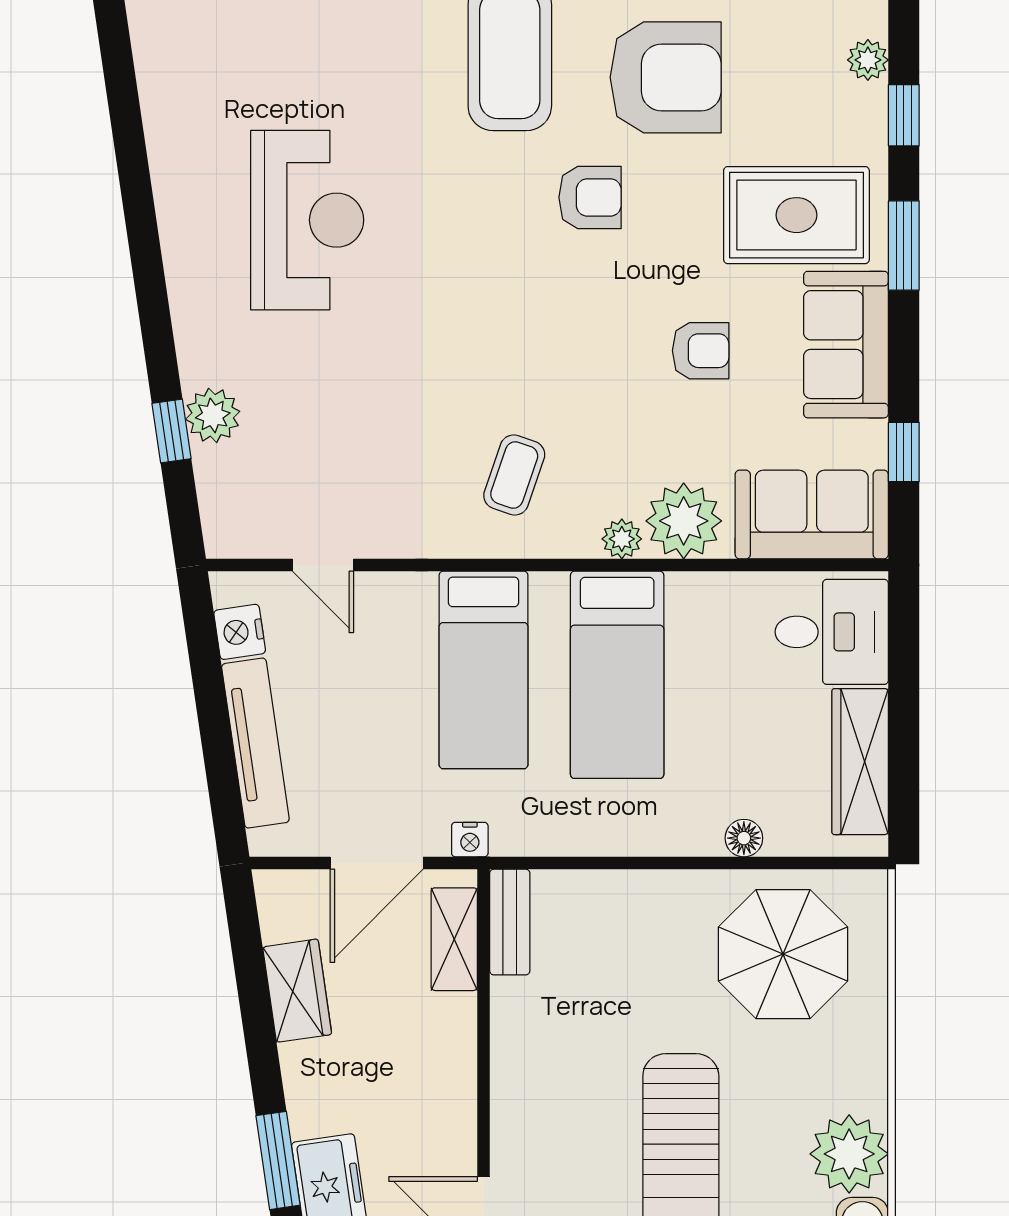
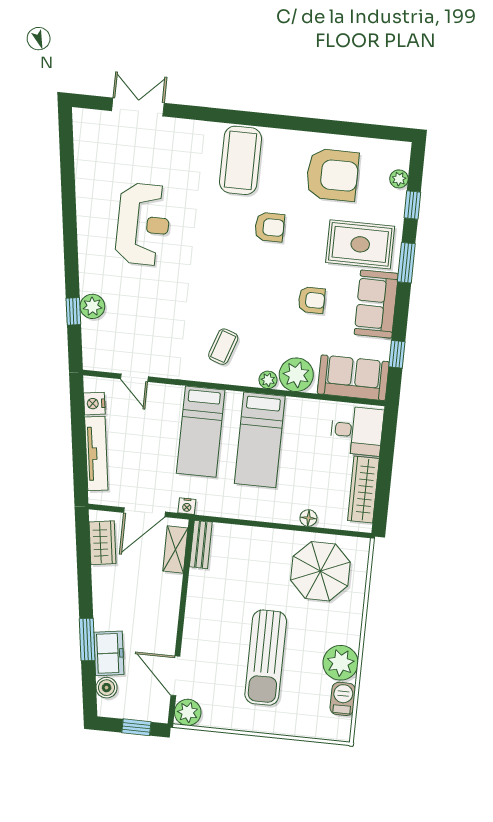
armchair: (666, 77) -> (332, 175), moved
wardrobe: (297, 991) -> (102, 543), moved

